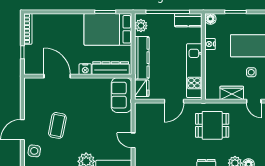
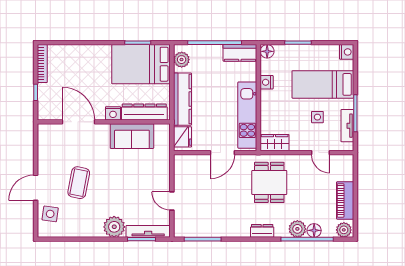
wardrobe: (232, 93) -> (275, 143), moved
sofa: (122, 95) -> (132, 136), moved, turned -90
dining table: (212, 125) -> (269, 182), turned 90

